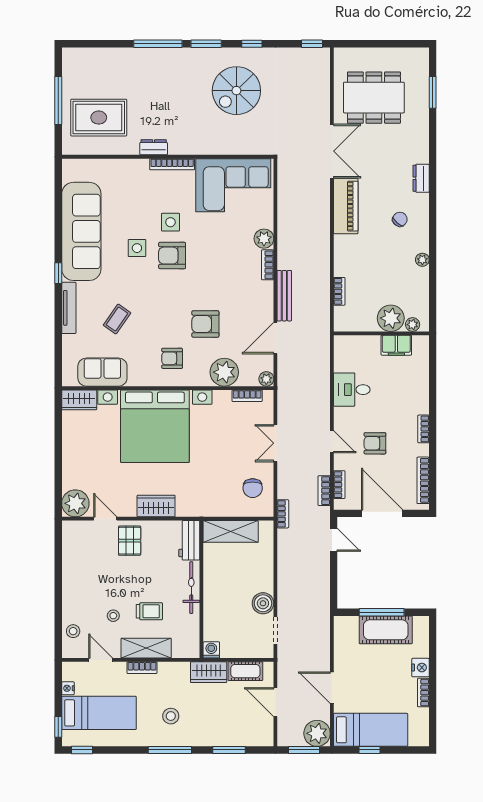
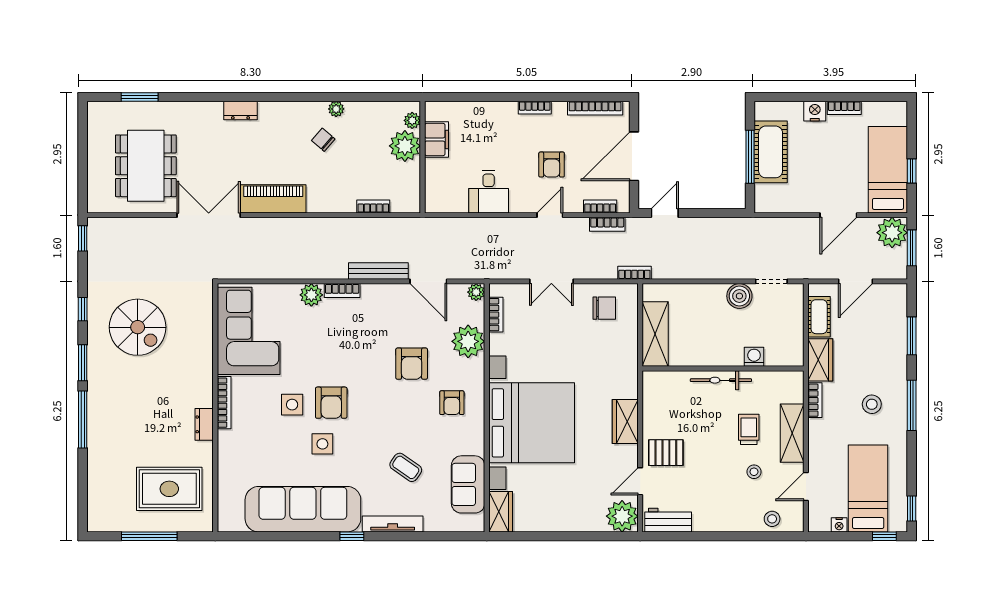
rug: (99, 118) -> (169, 489), turned 90
chair: (400, 219) -> (323, 140), moved
workbench: (189, 540) -> (668, 520), moved, turned 180
washing machine: (211, 650) -> (754, 357), moved, turned 90
bookcase: (142, 668) -> (815, 400), moved

